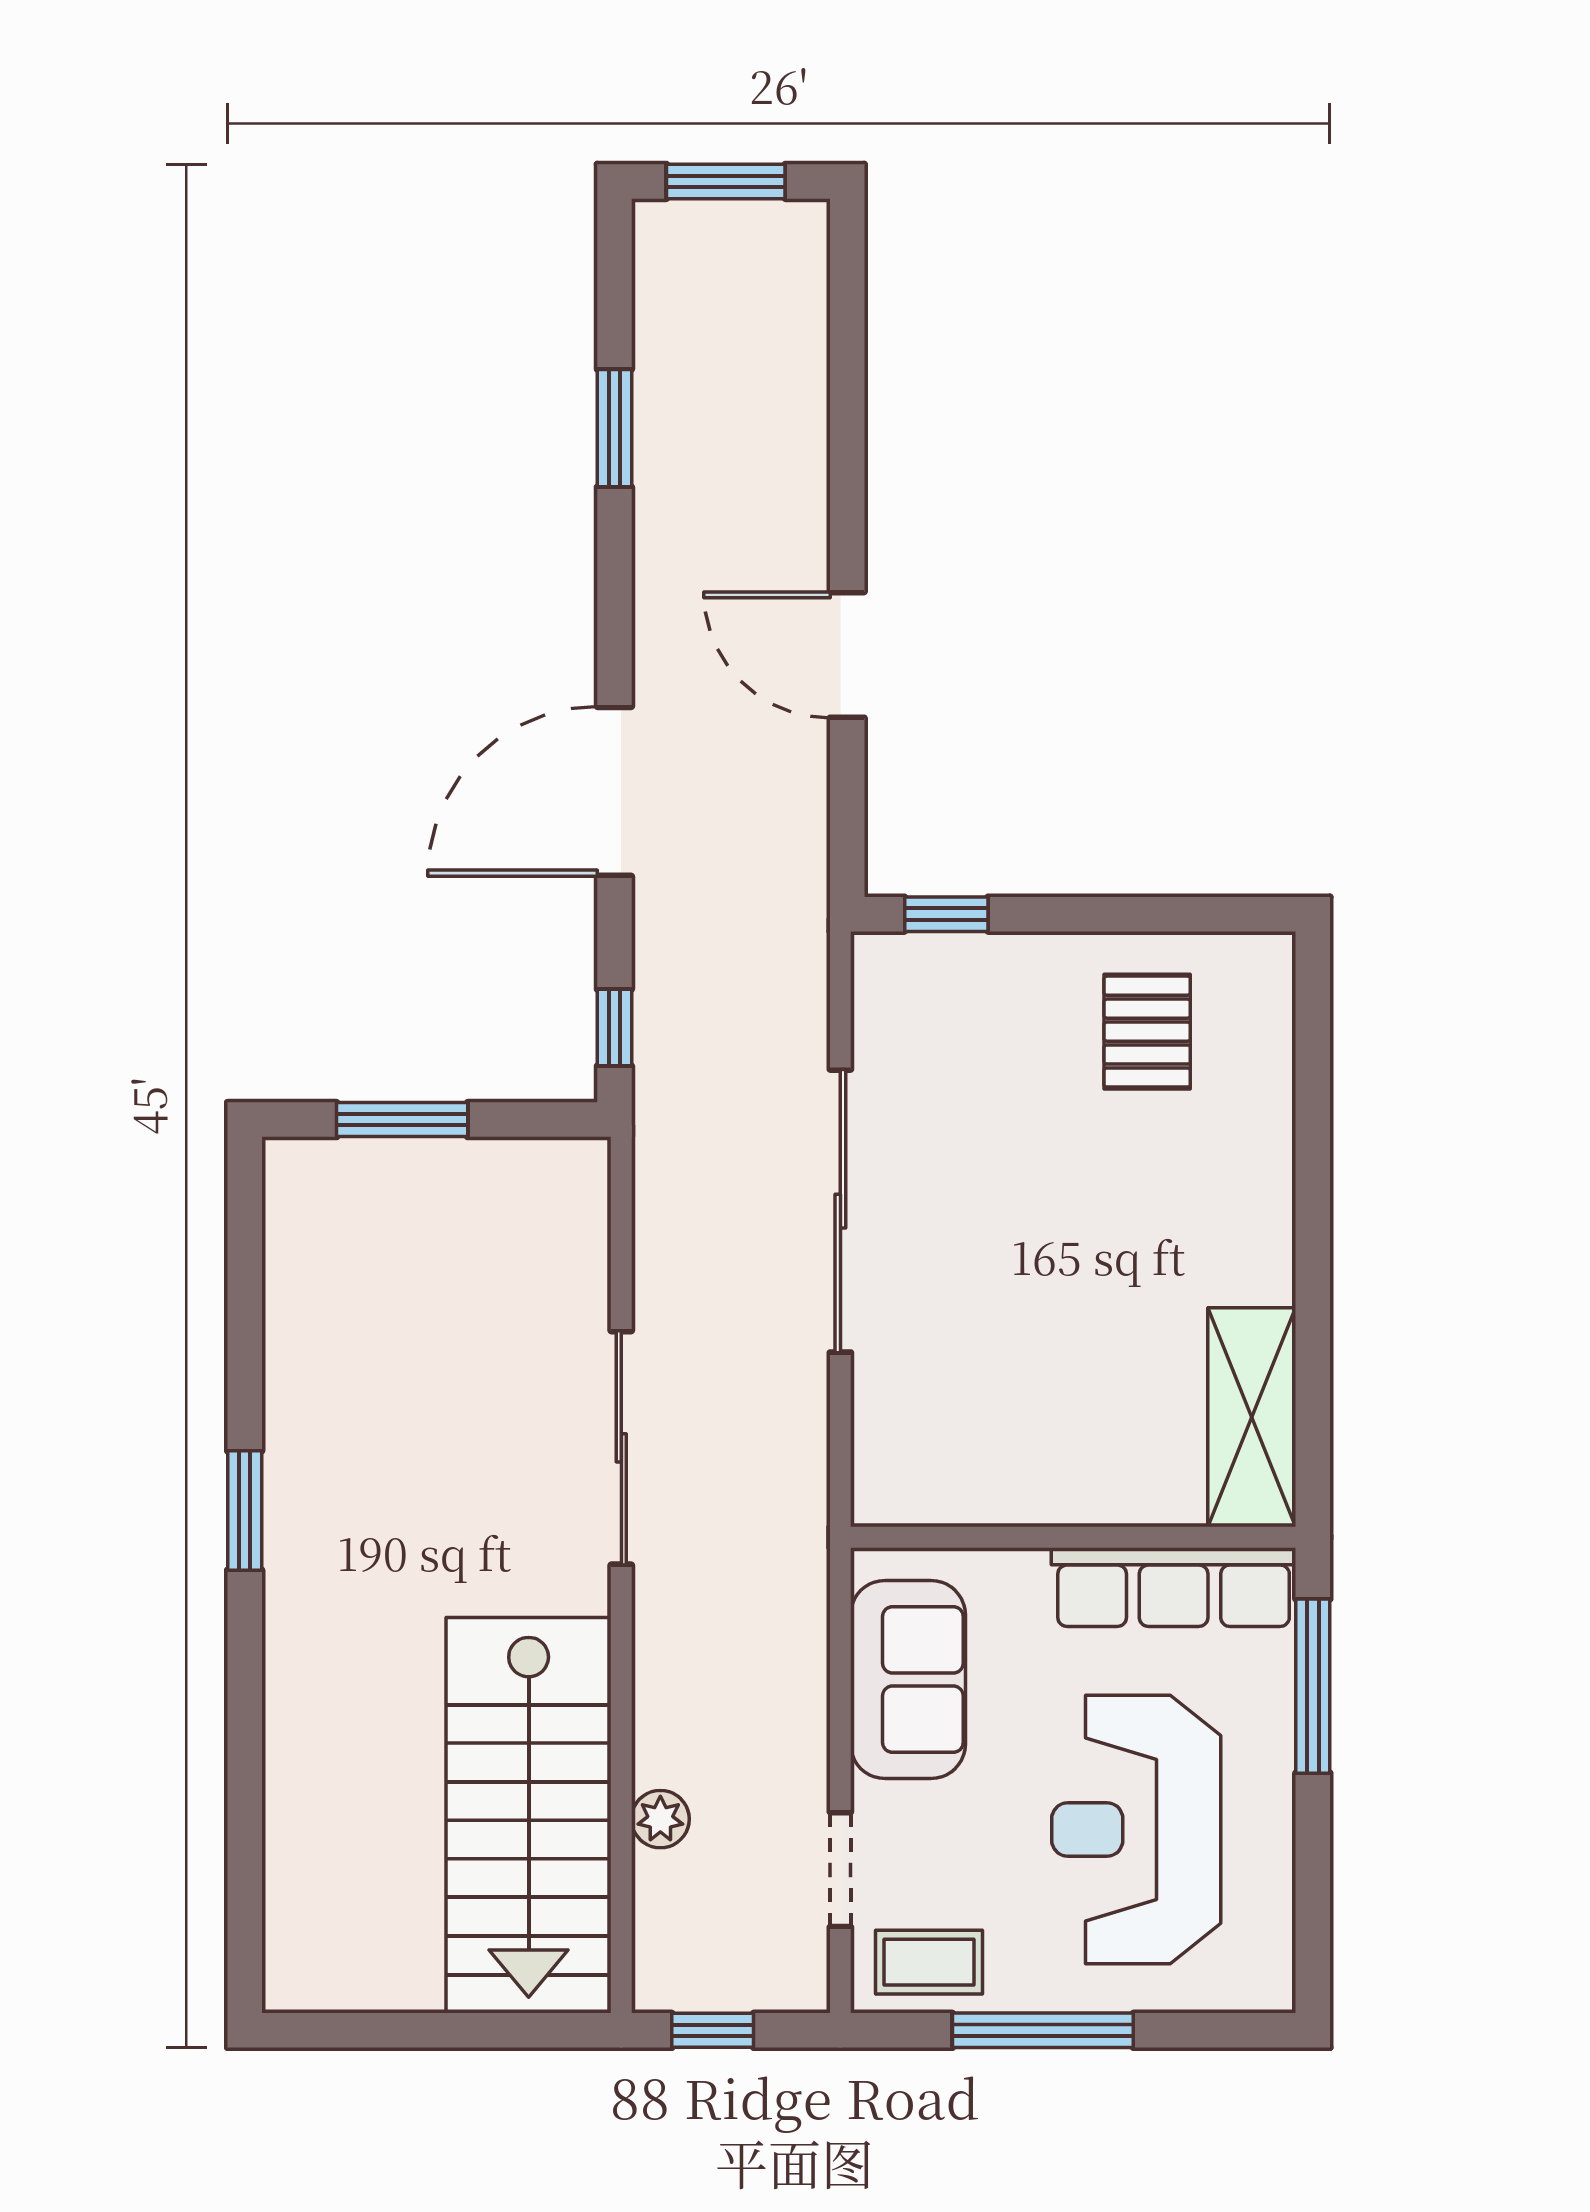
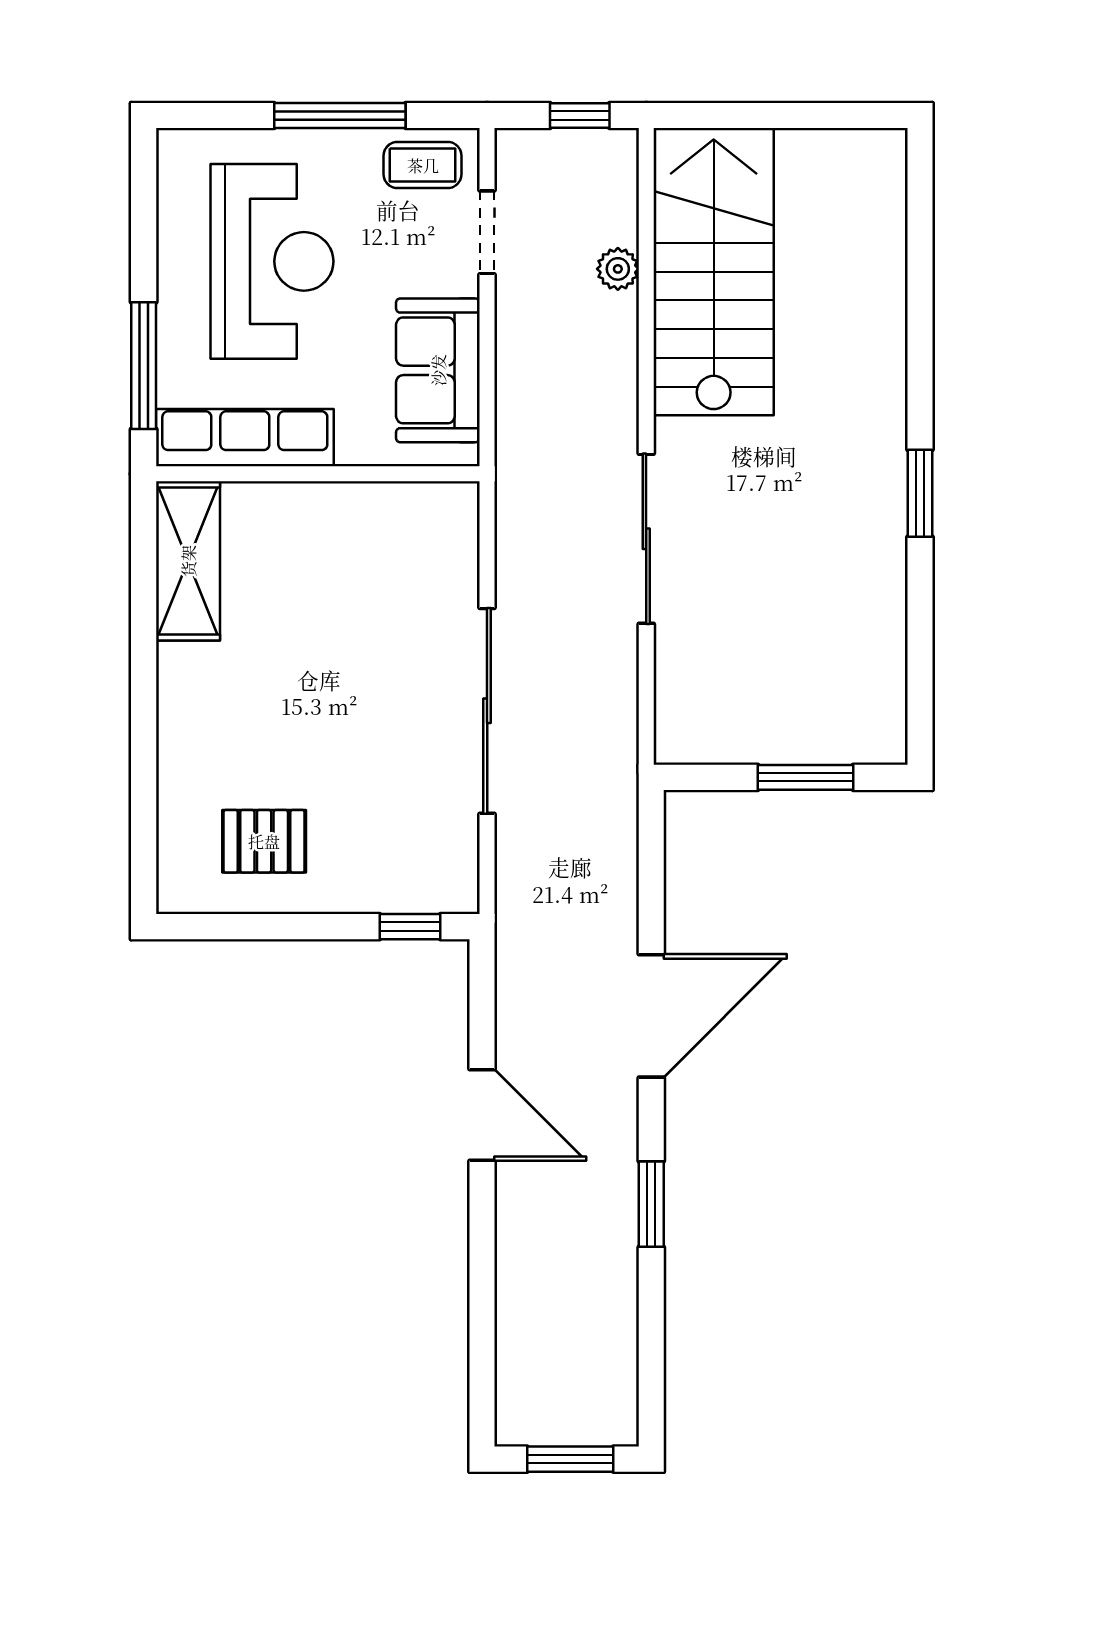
window: (614, 428) -> (651, 1204), moved
window: (614, 1028) -> (651, 844), removed
pallet: (1147, 1032) -> (264, 841), turned 90

